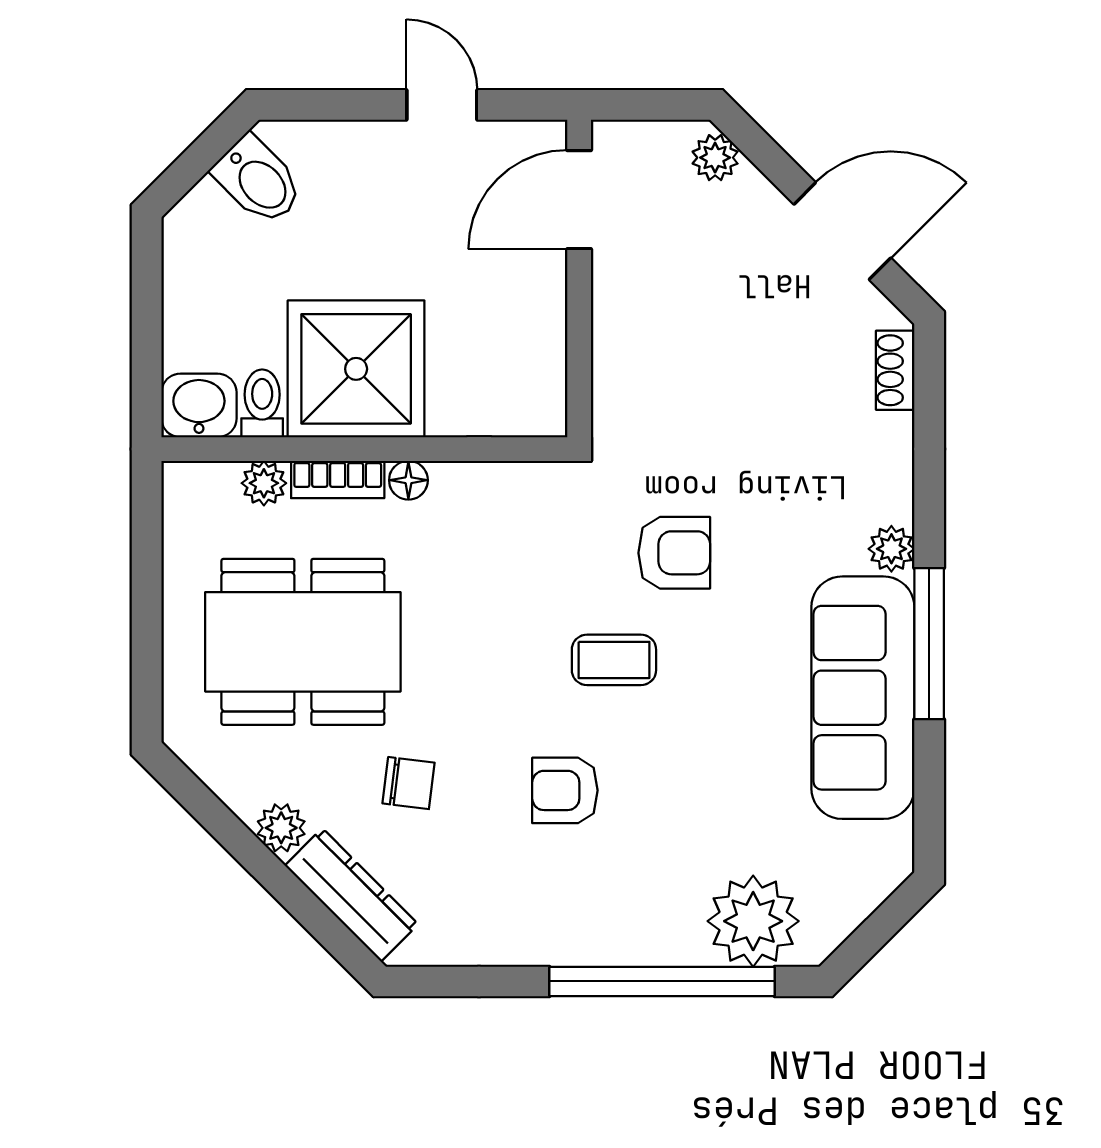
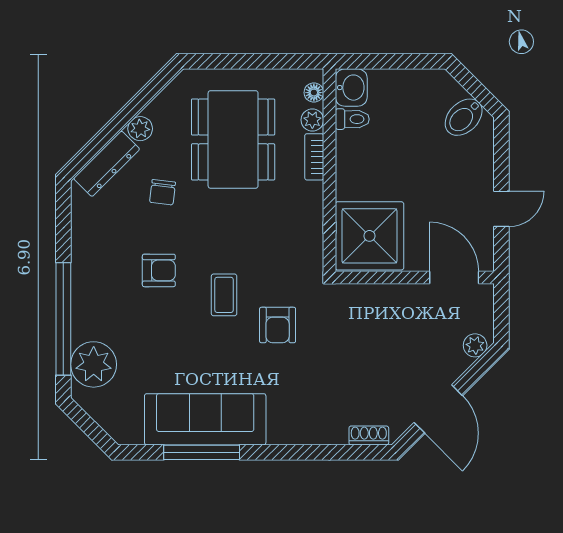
shower: (356, 369) -> (369, 236), moved
floor lamp: (408, 480) -> (314, 93), moved
plant: (891, 549) -> (280, 434), removed
window: (929, 644) -> (202, 452), moved
armchair: (565, 790) -> (159, 270), turned 90

